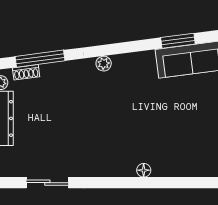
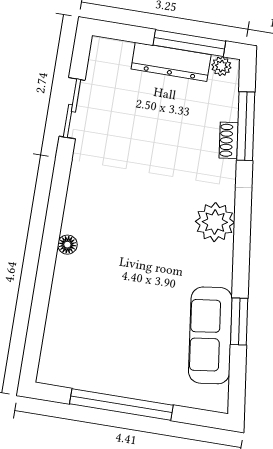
plant: (104, 64) -> (215, 222), width x1.87, depth x1.87
shoe rack: (26, 72) -> (229, 140), moved

